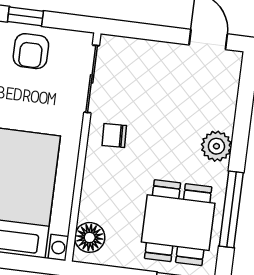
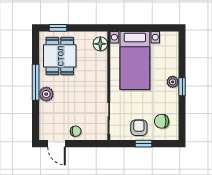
chair: (114, 136) -> (76, 131), moved
window: (231, 209) -> (36, 82), moved

